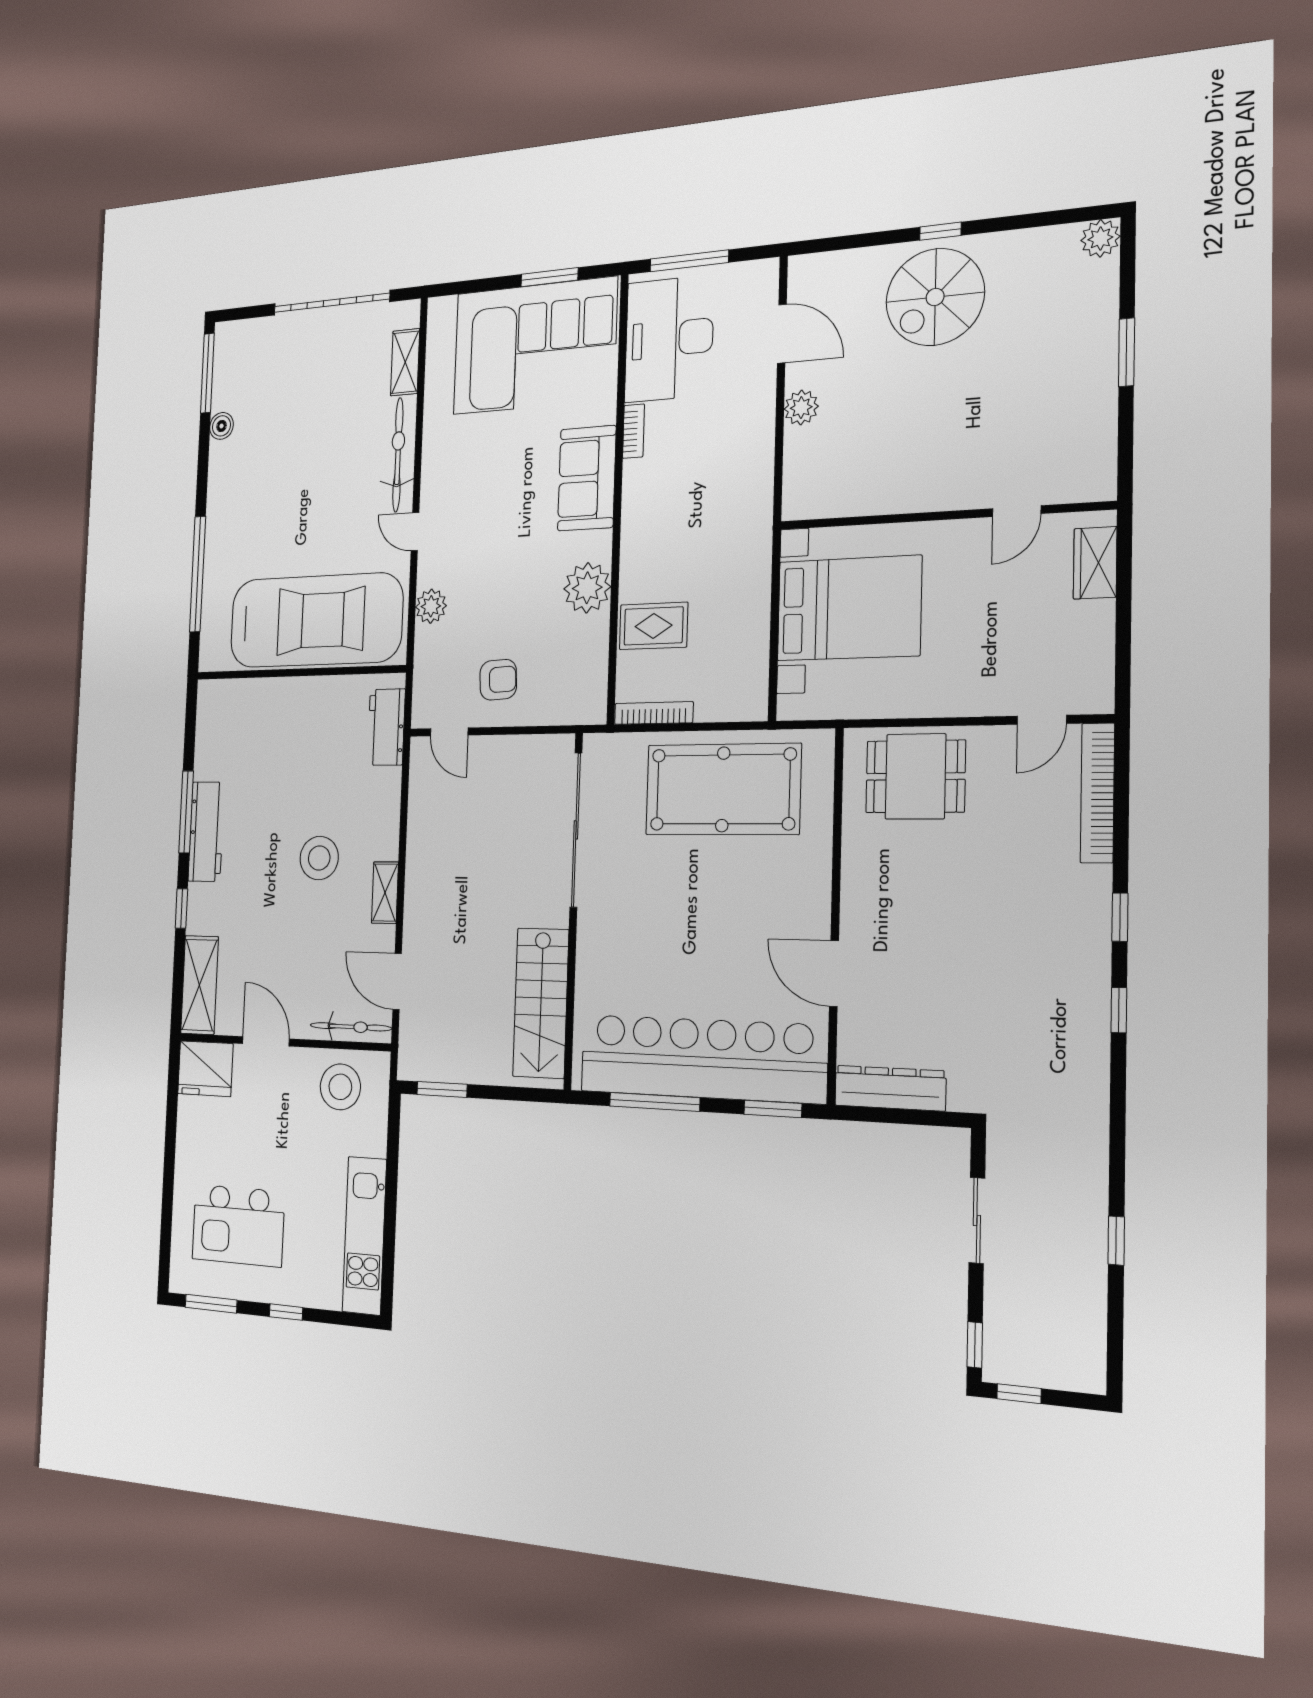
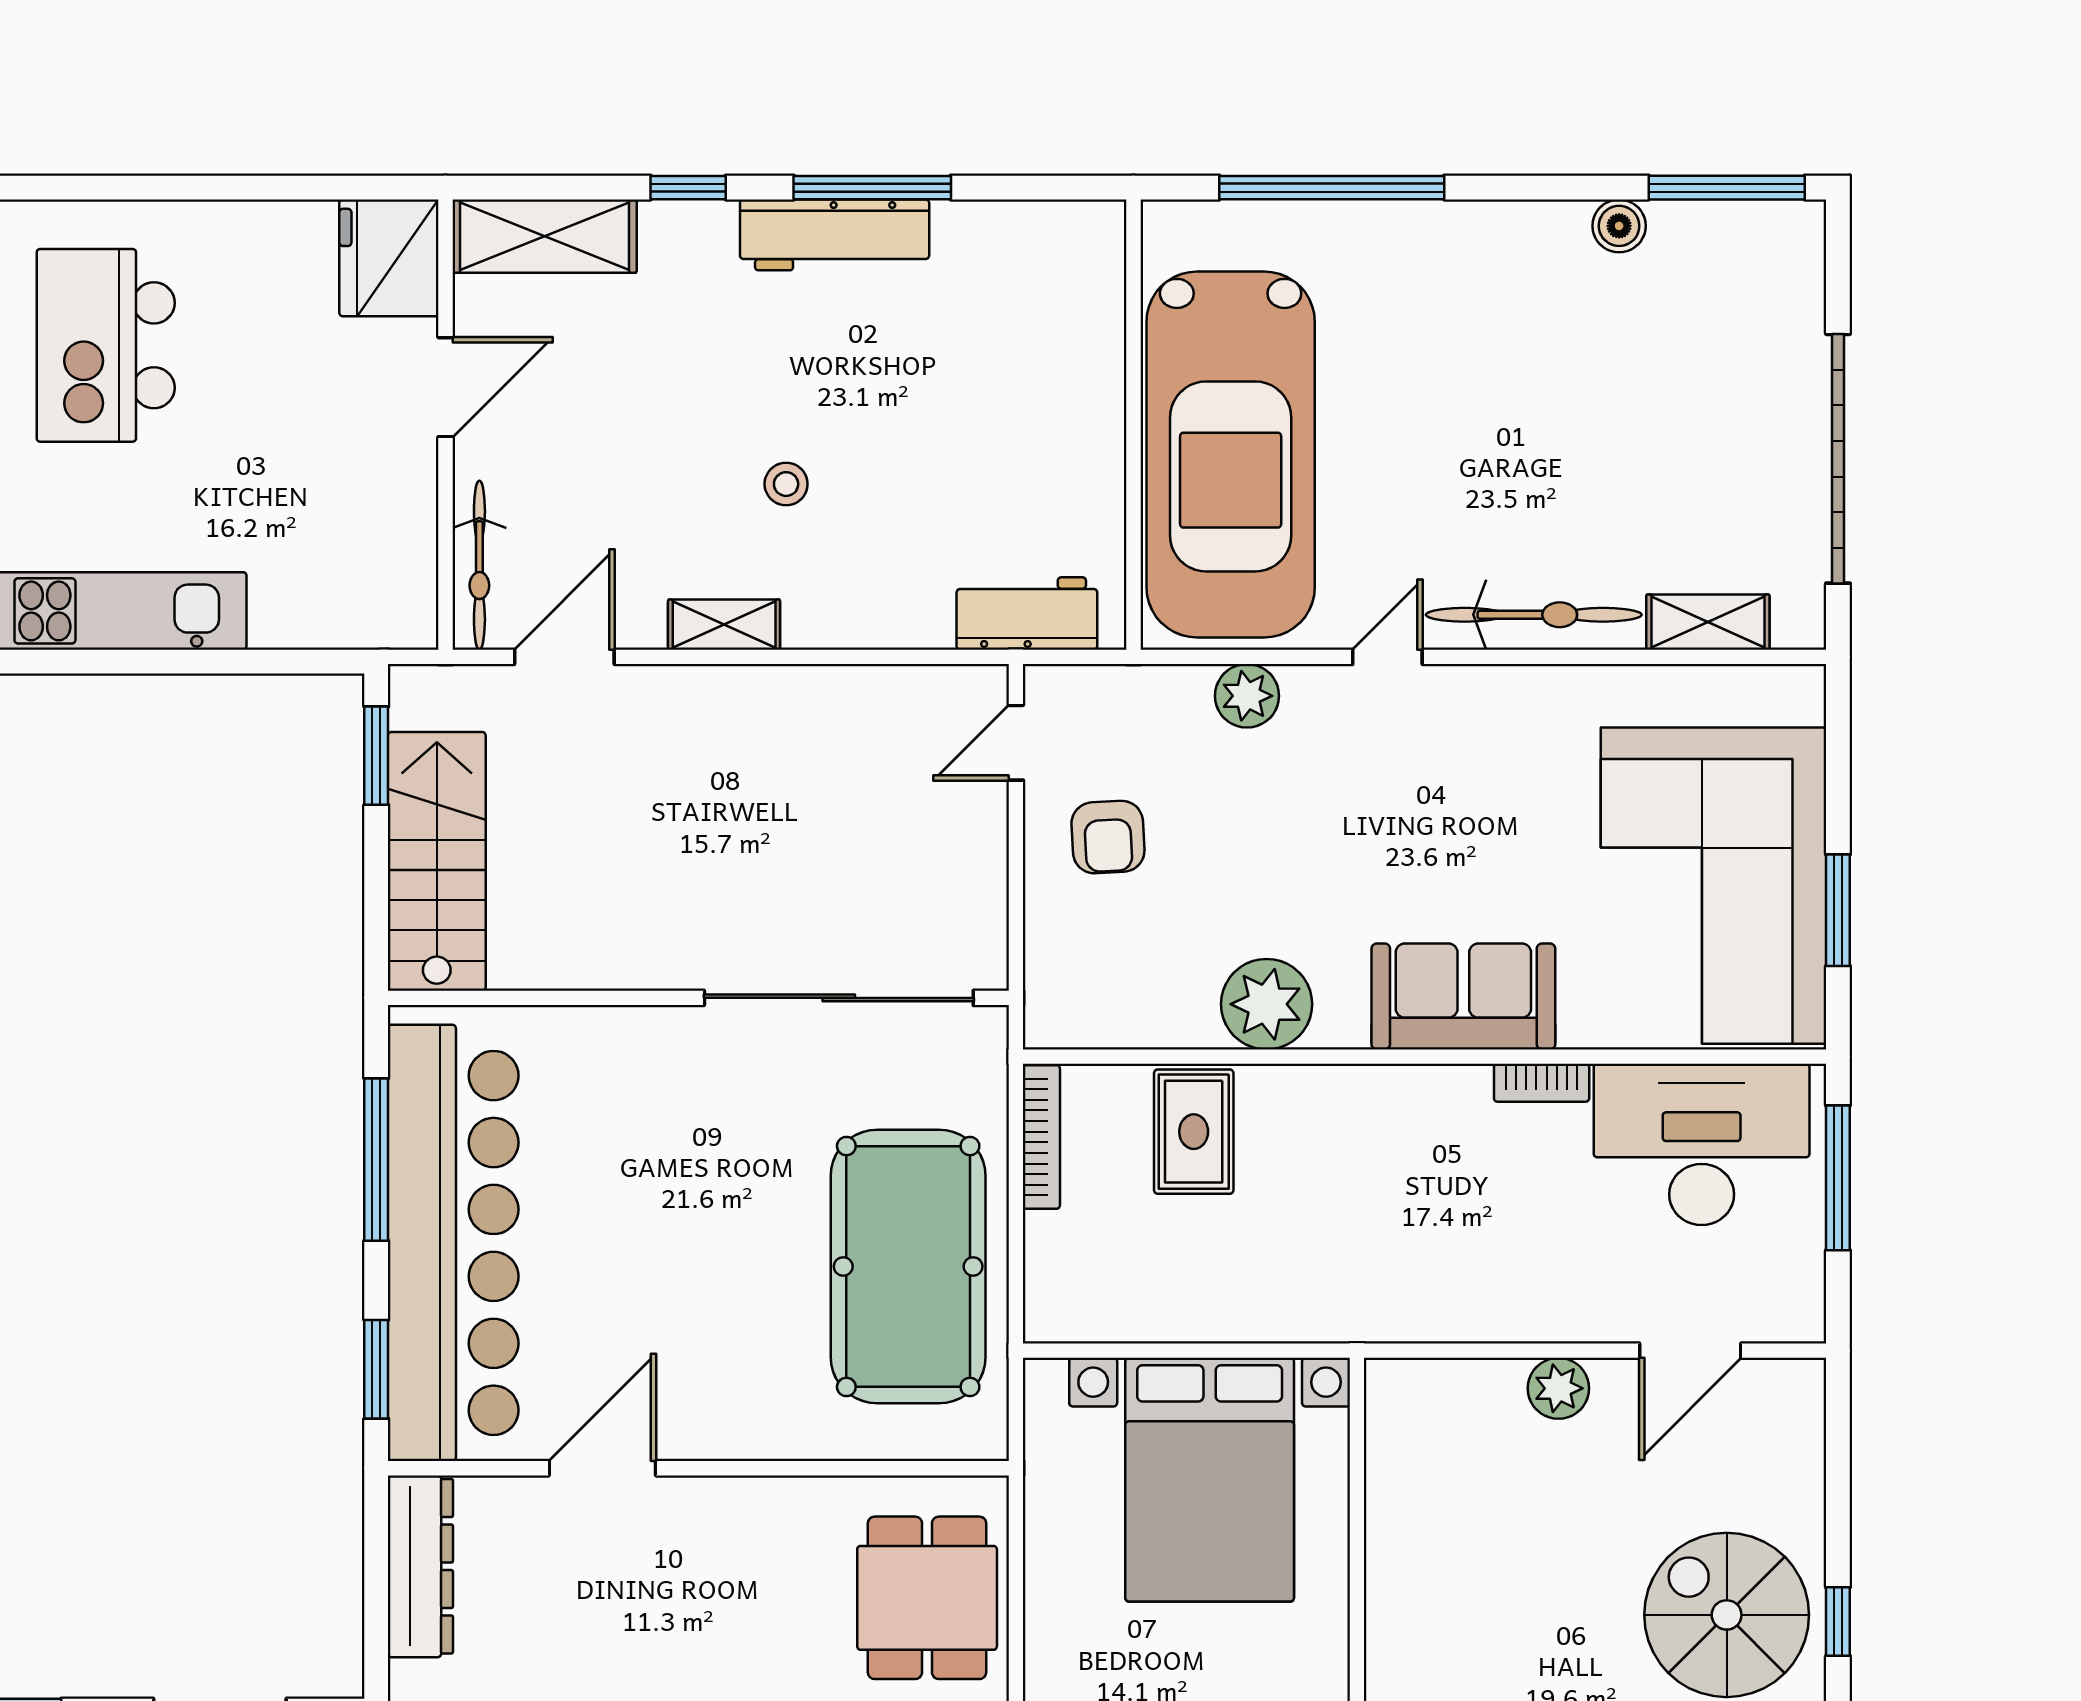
stool: (319, 858) -> (786, 484), width x0.53, depth x0.53
stairs: (541, 1003) -> (437, 861), moved, turned 90
stool: (340, 1087) -> (370, 549), removed

